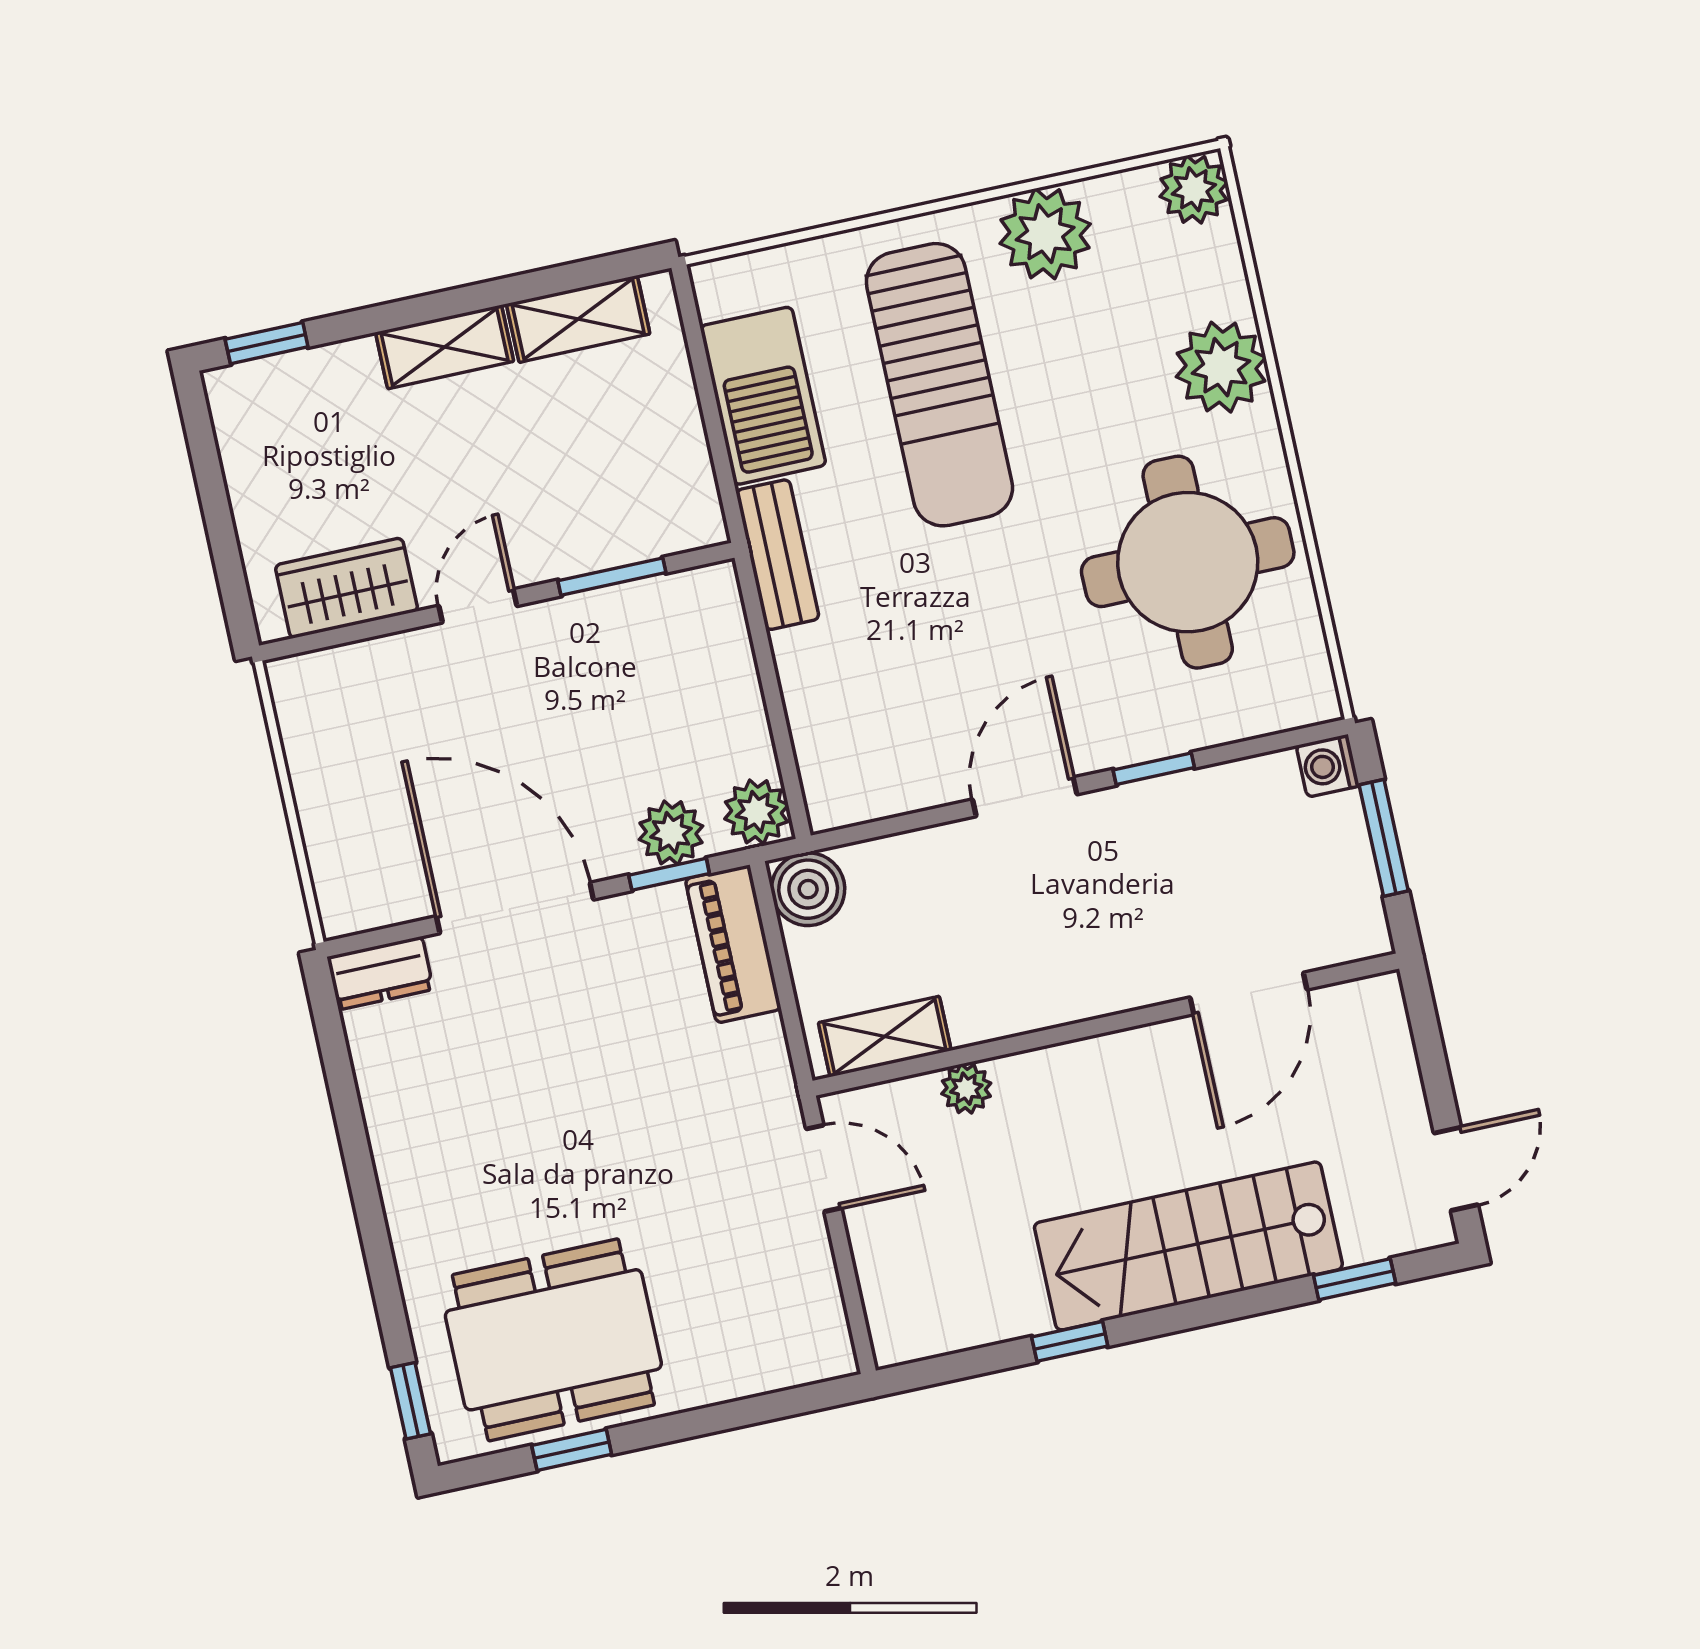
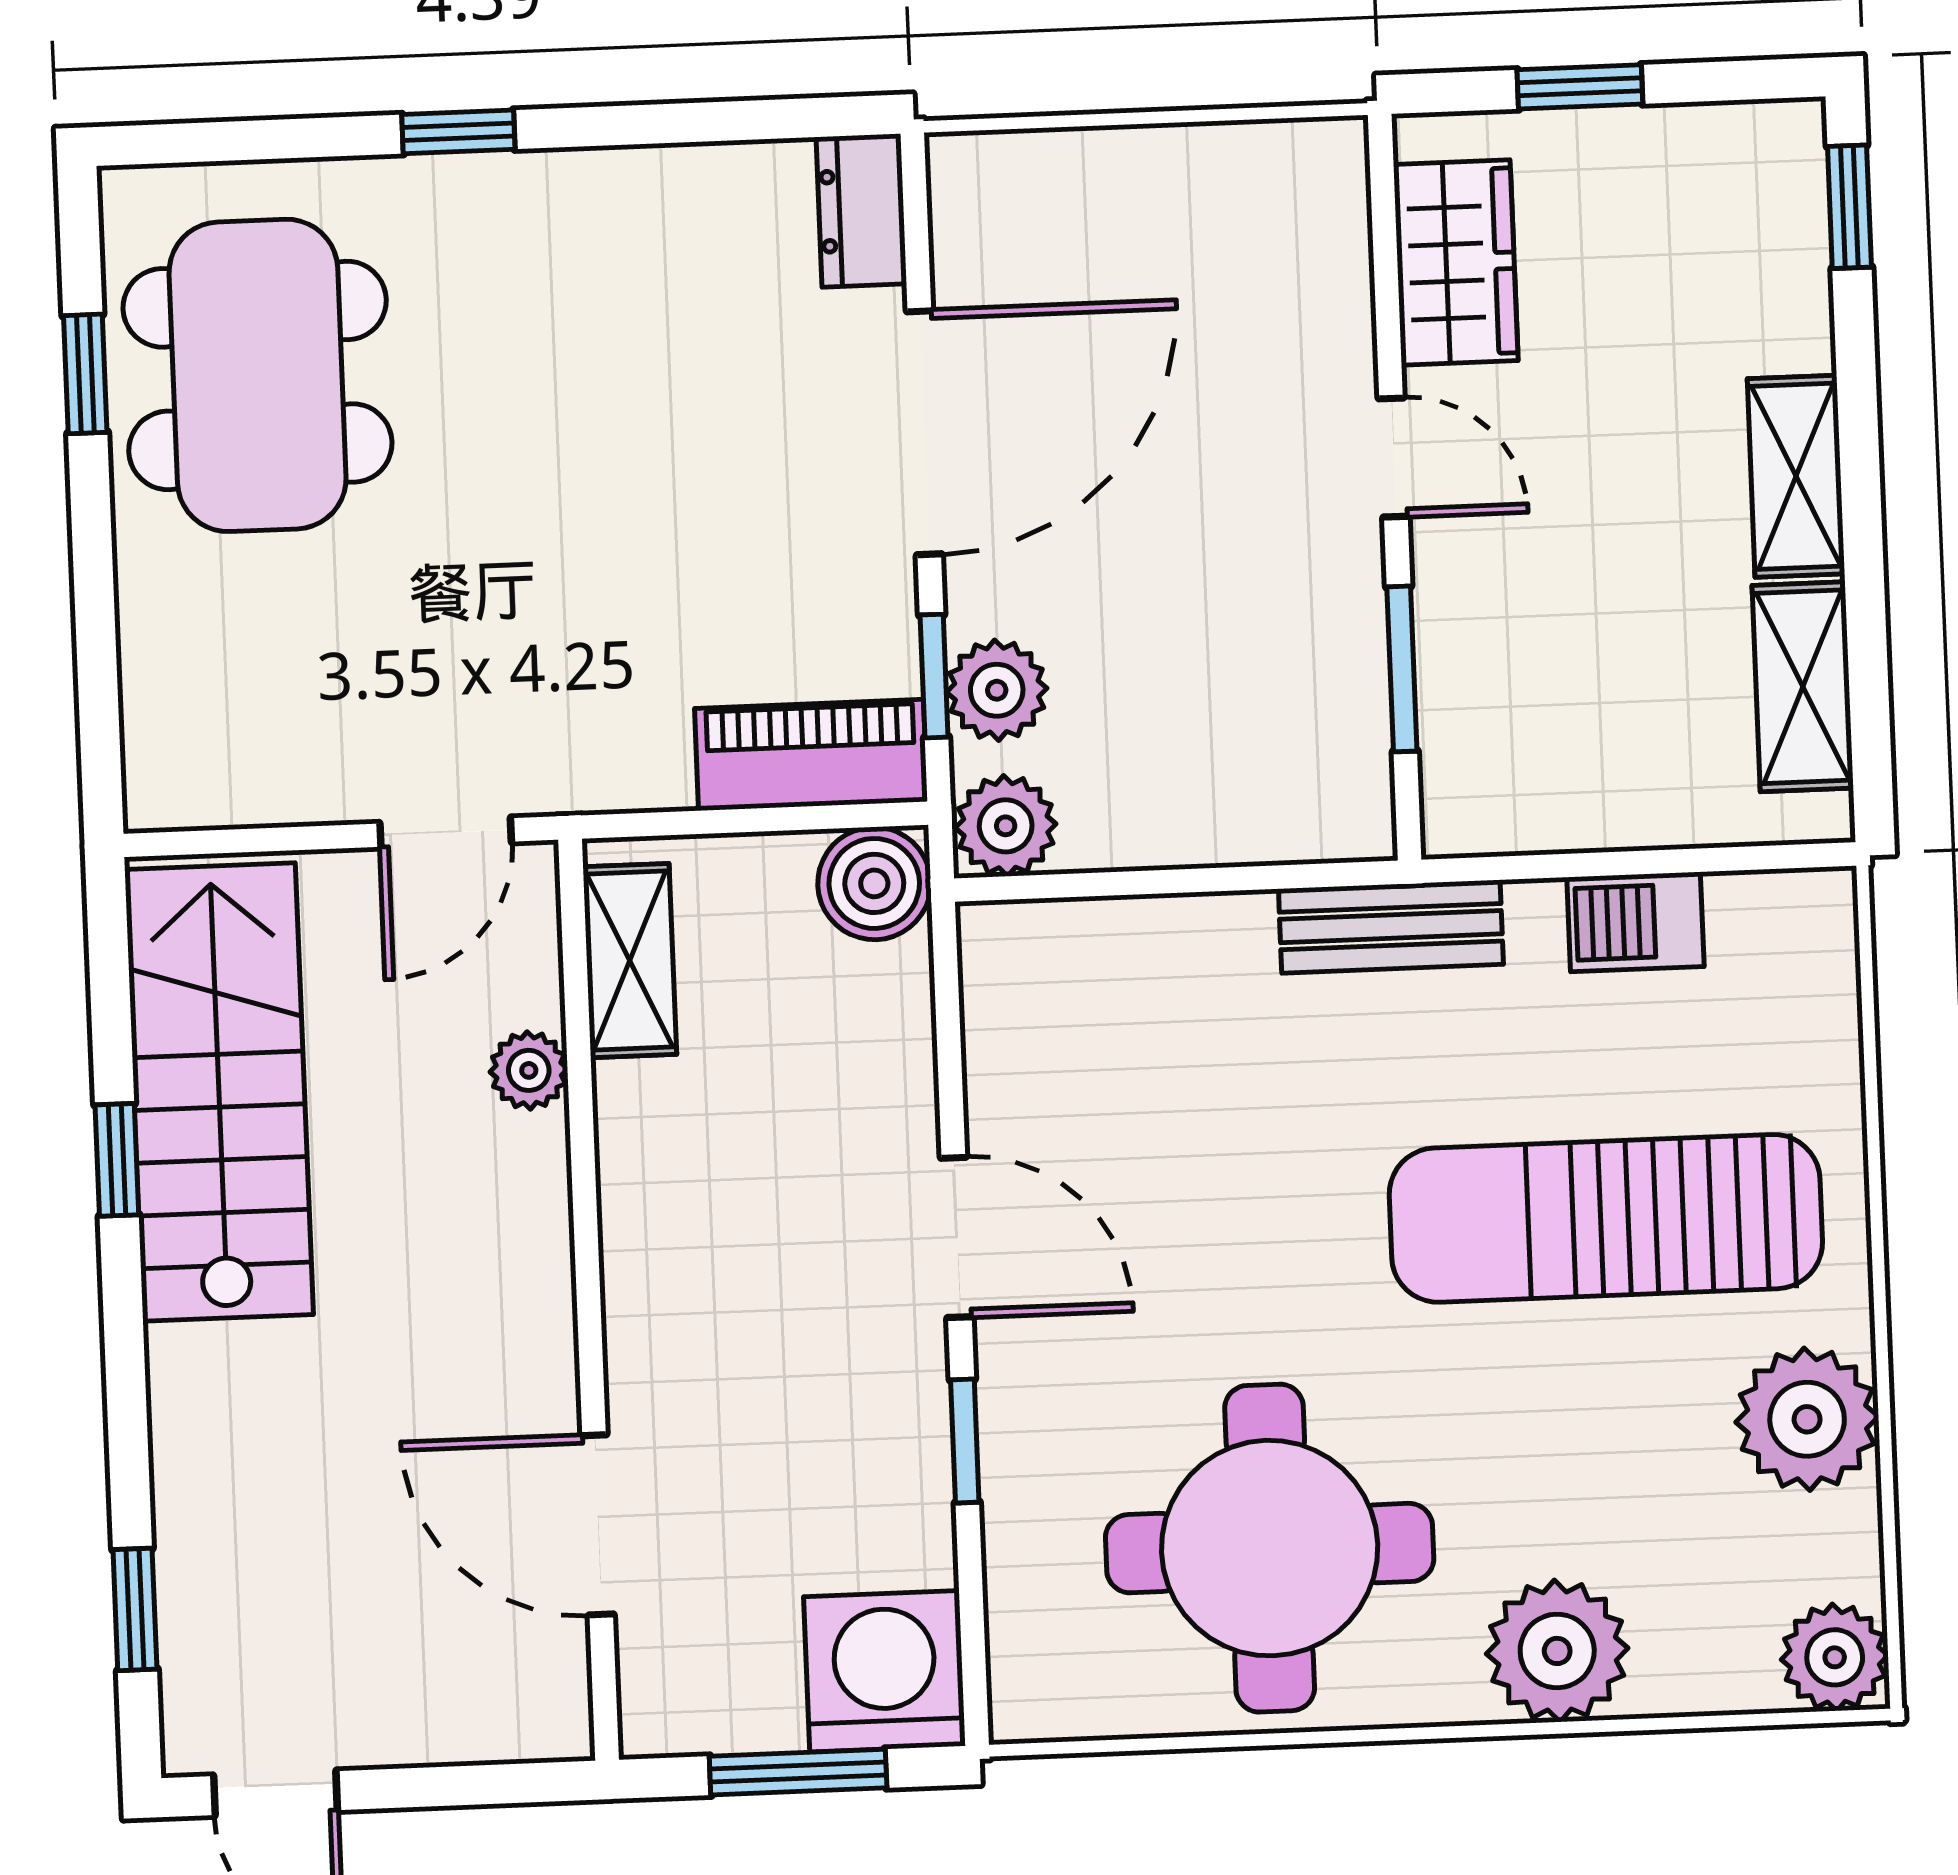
barbecue: (763, 396) -> (1635, 922), width x0.53, depth x0.65
window: (220, 529) -> (1580, 87), added
washing machine: (1328, 766) -> (885, 1671), width x1.89, depth x1.89
stairs: (1188, 1246) -> (219, 1092), moved
window: (411, 1401) -> (458, 132), moved

